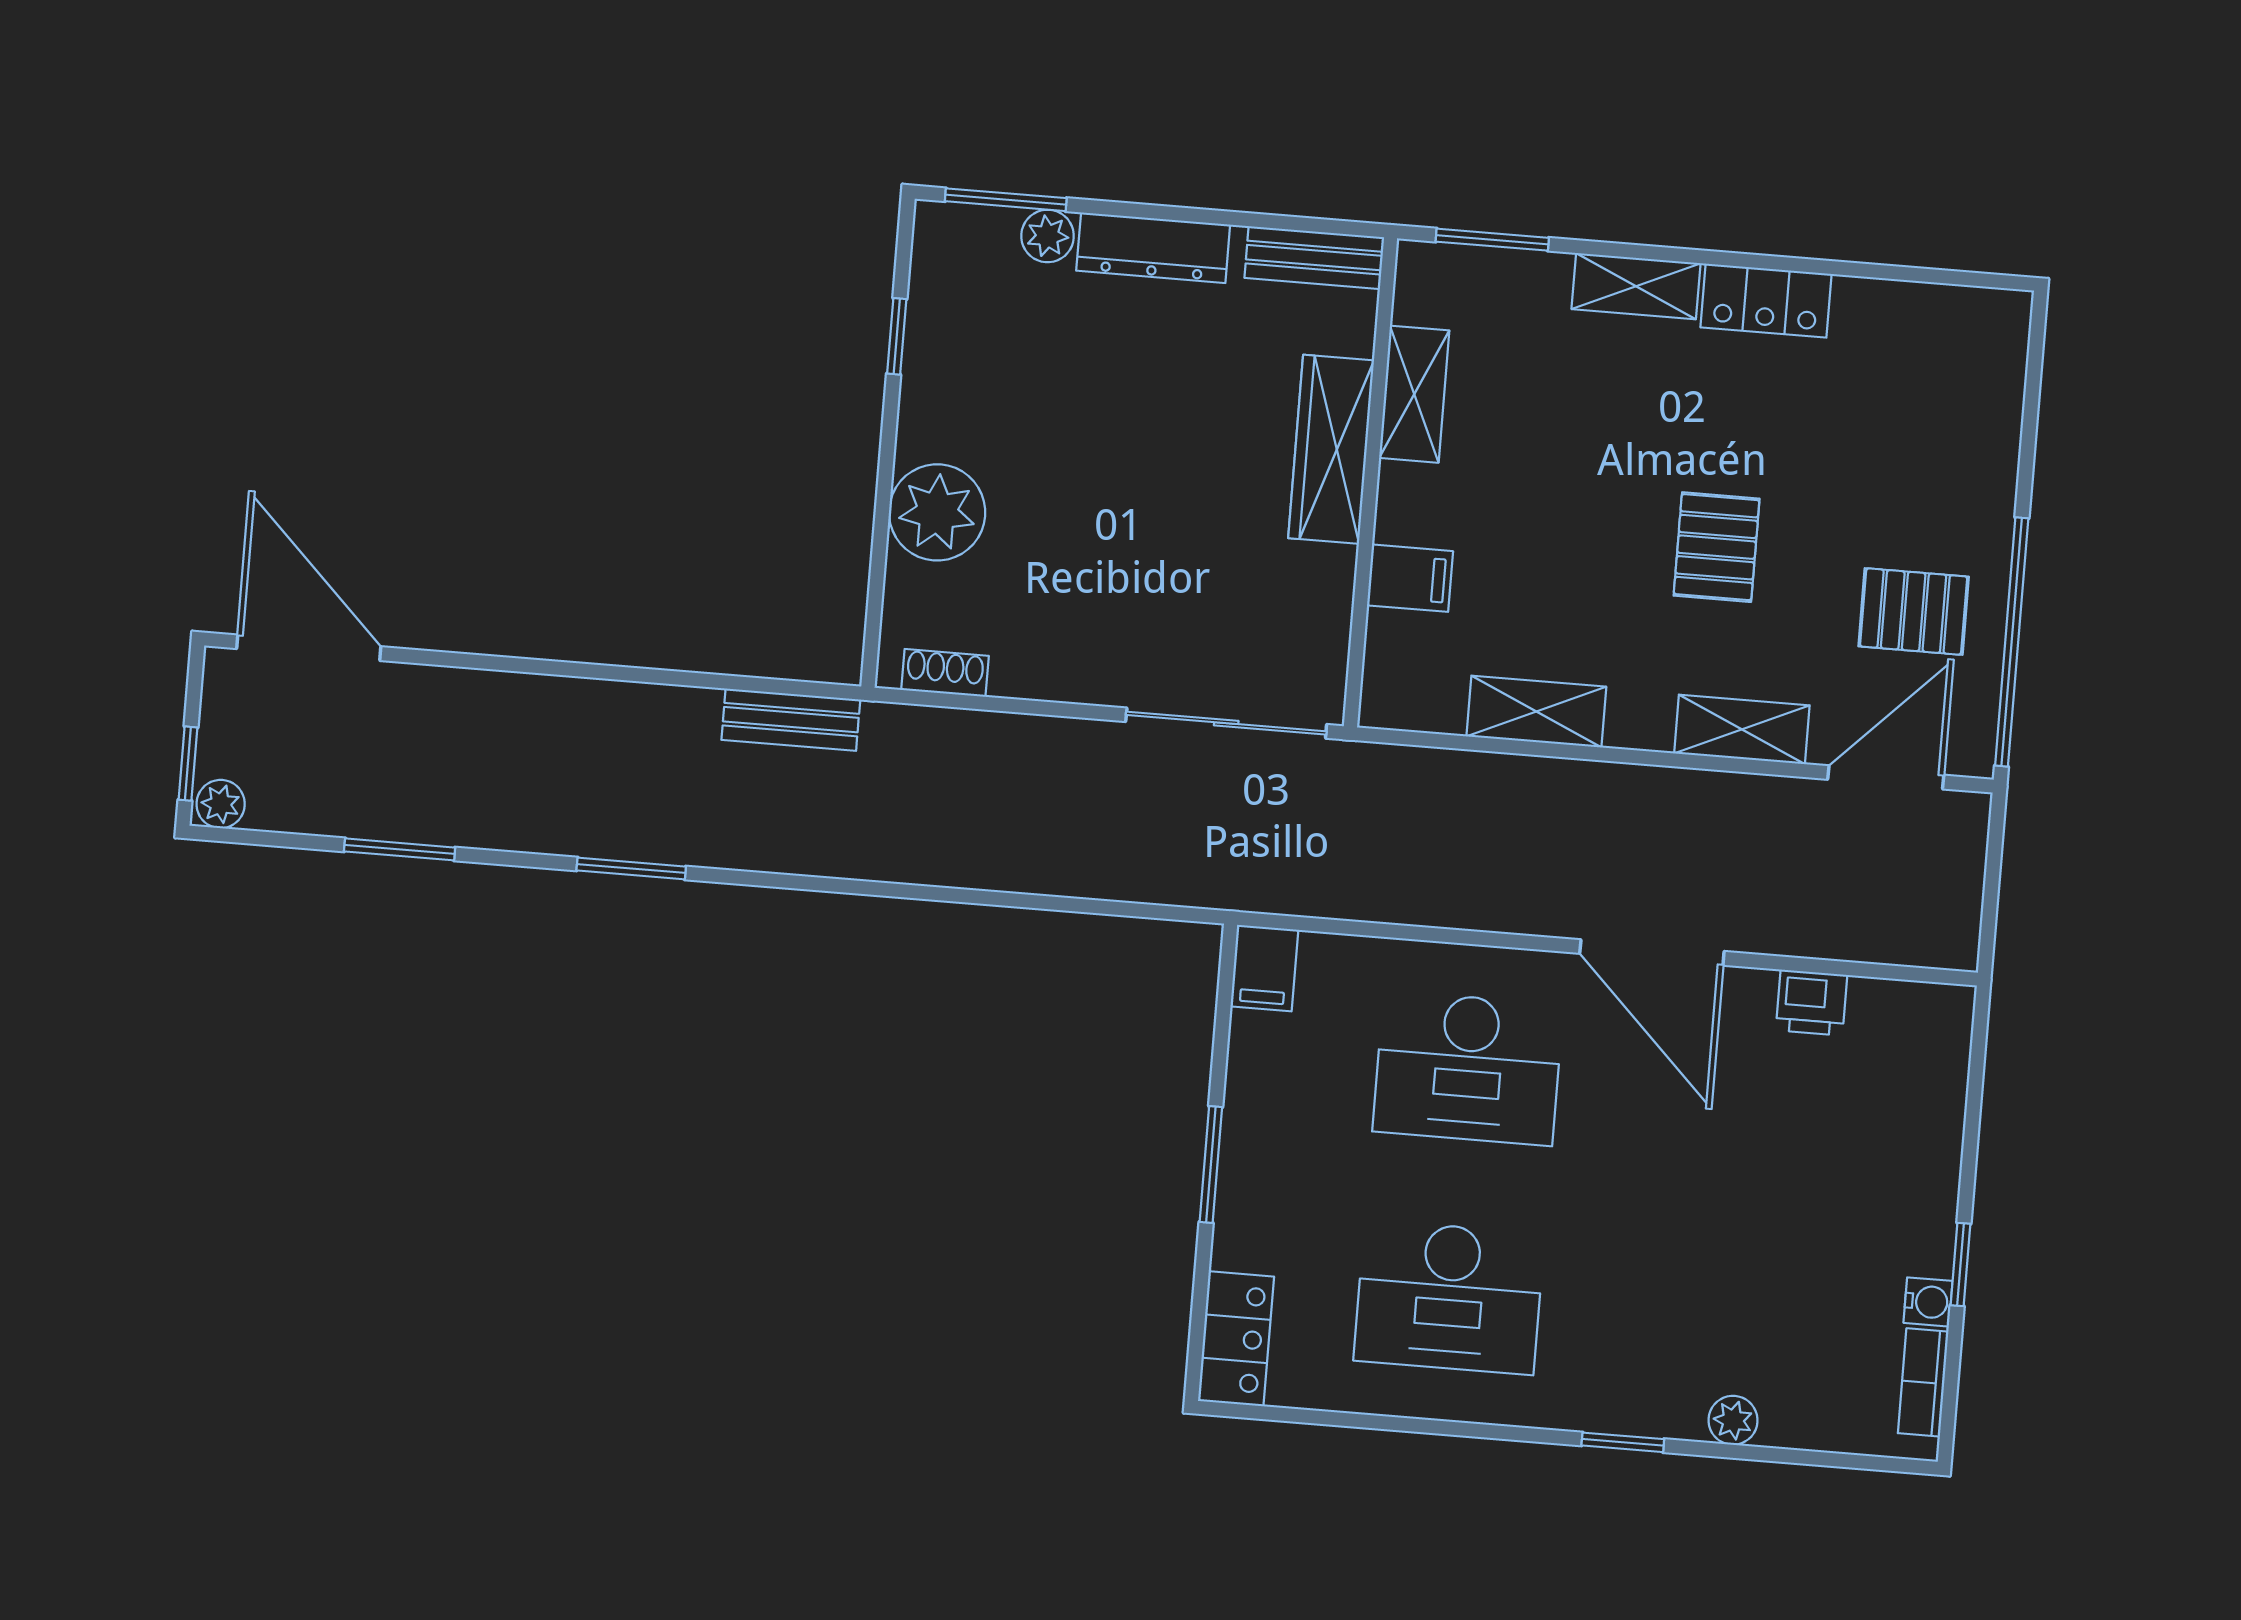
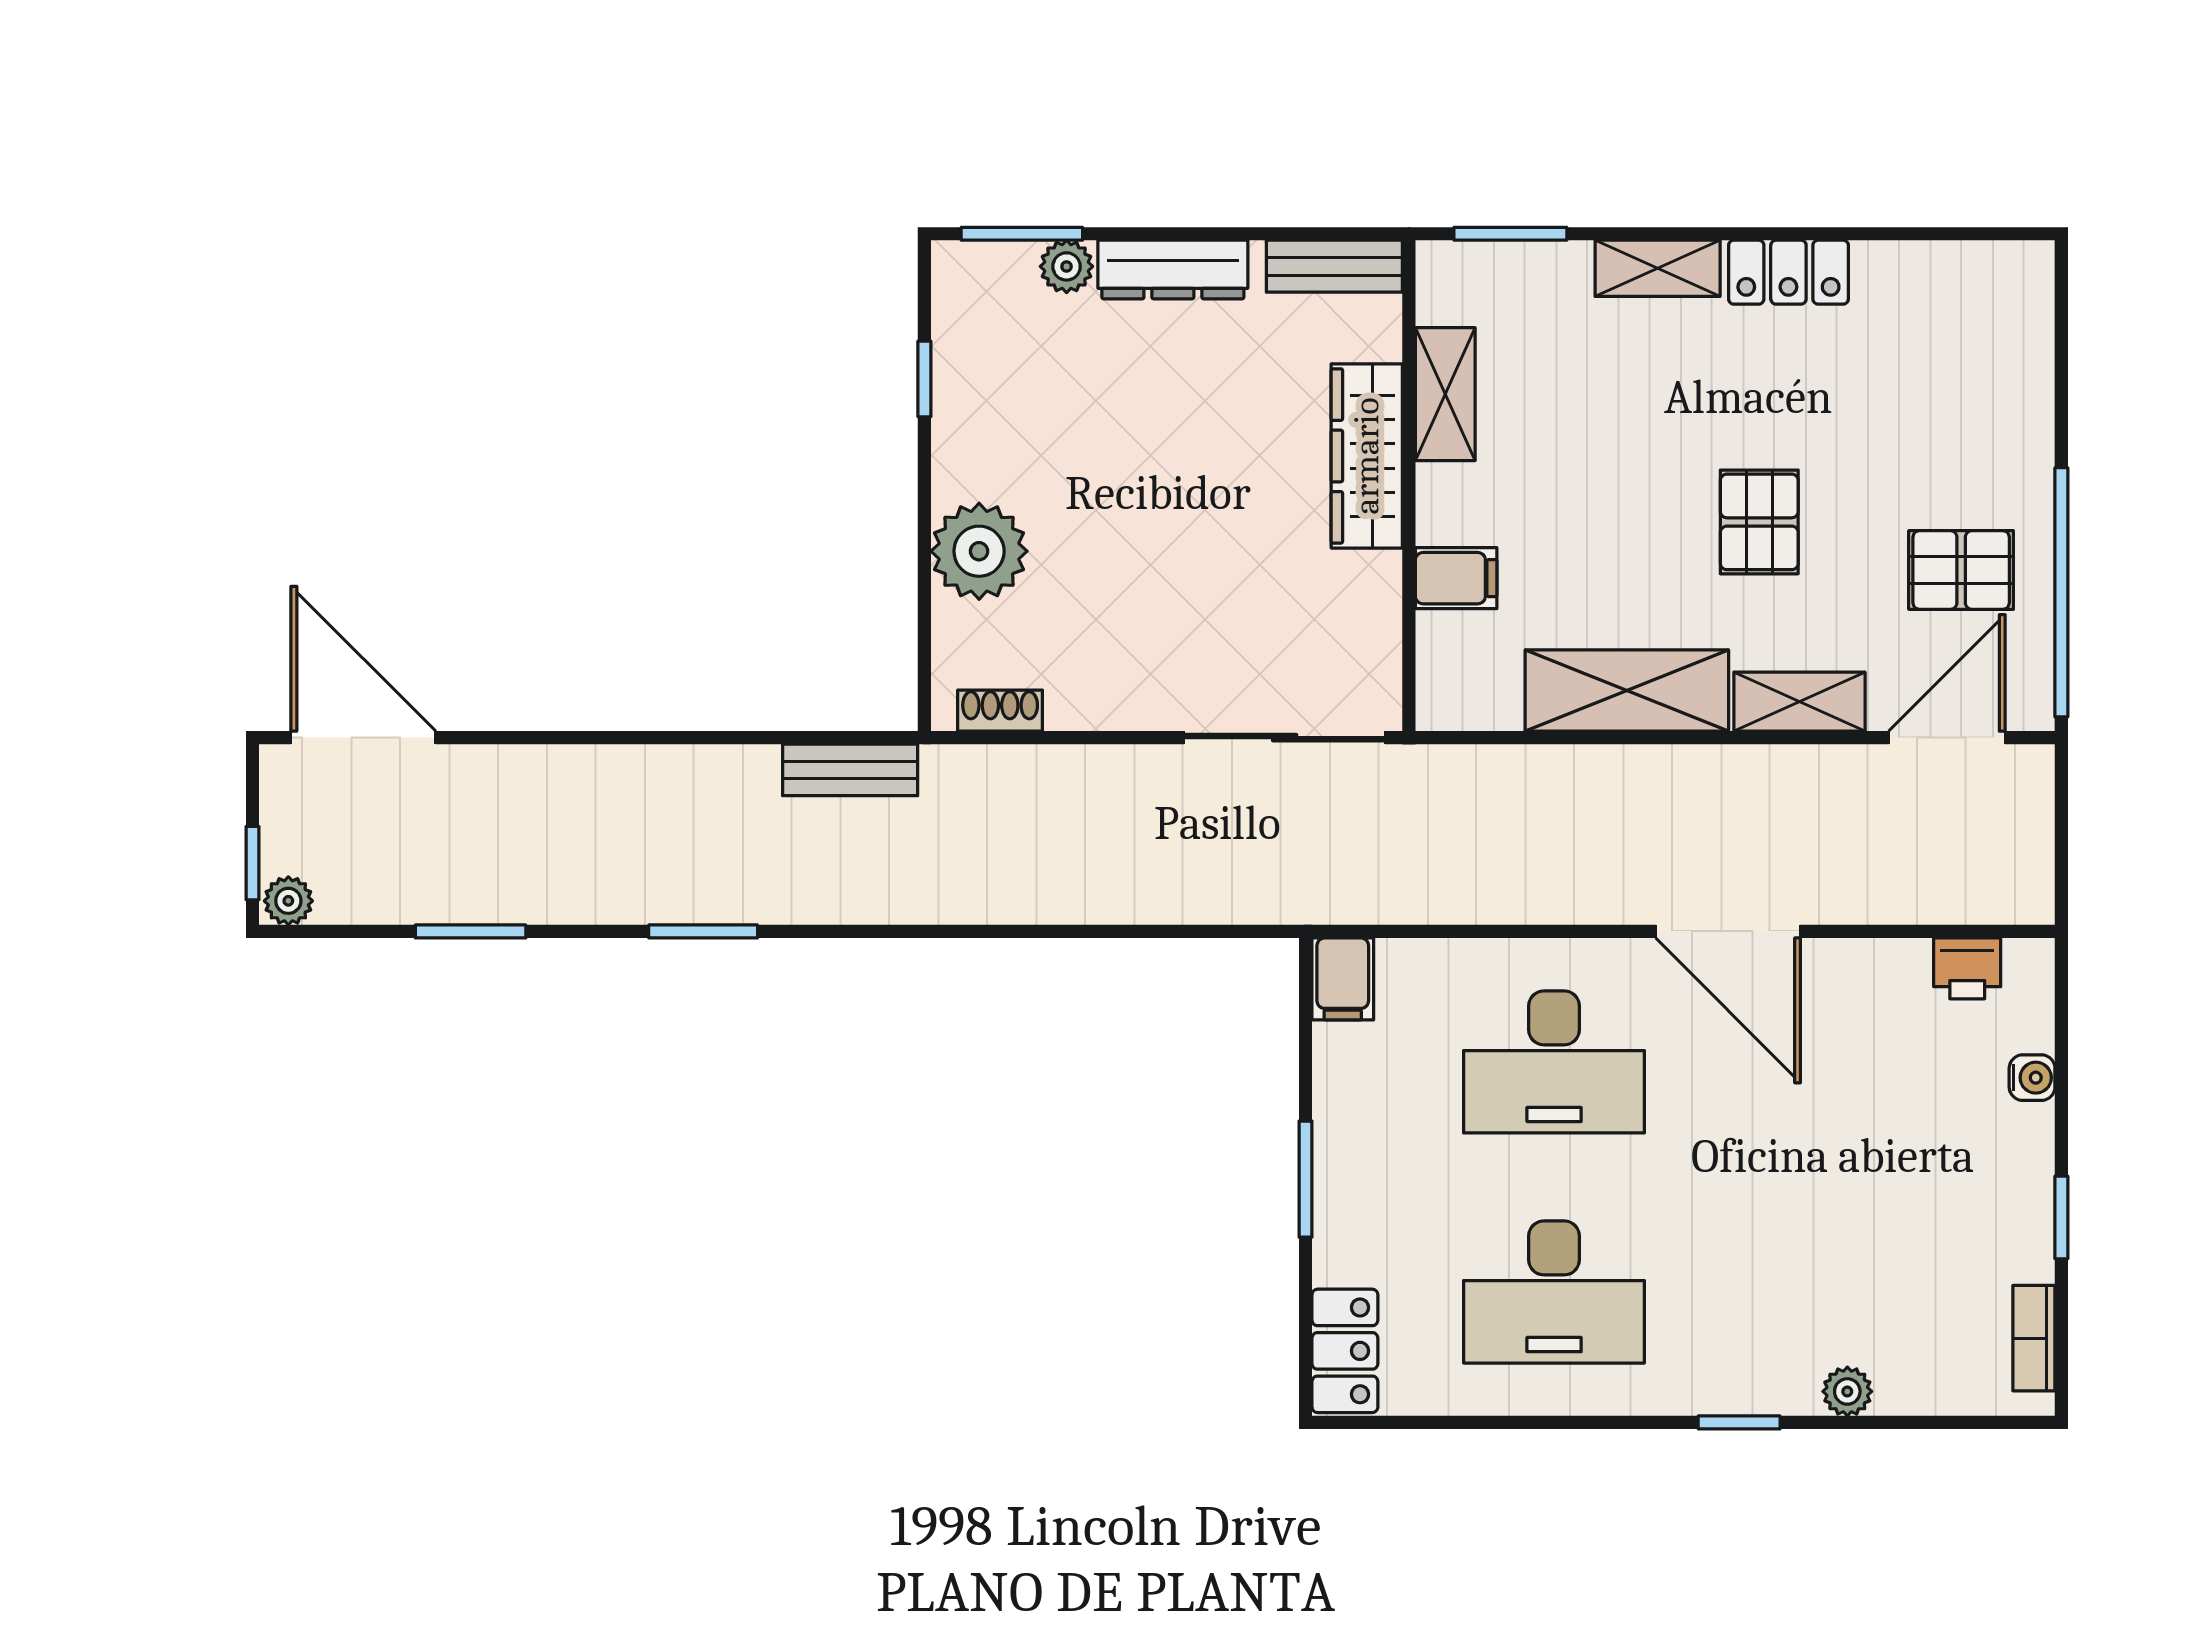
shelving: (1536, 711) -> (1627, 690), width x1.50, depth x1.33
printer: (1811, 1003) -> (1967, 968), moved
water cooler: (1928, 1302) -> (2032, 1078), moved

